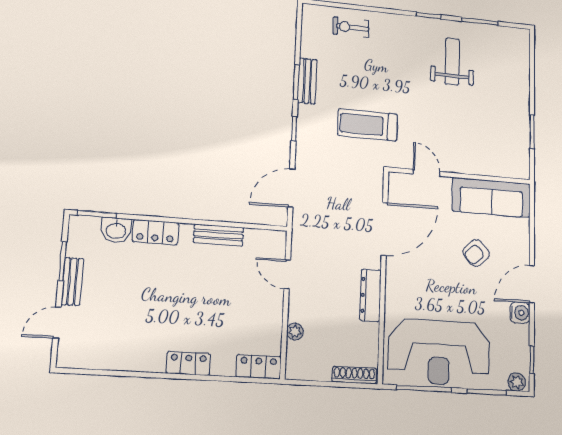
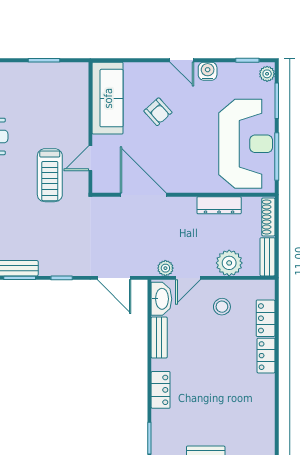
treadmill: (368, 125) -> (50, 175), moved
washbasin: (116, 230) -> (161, 299), moved, width x1.38
plant: (300, 249) -> (165, 268), added
door: (532, 284) -> (182, 60), width x0.73
dresser: (371, 295) -> (219, 205), moved
stool: (251, 313) -> (222, 307), added
plant: (295, 332) -> (229, 263), width x1.88, depth x1.88
locker: (259, 367) -> (266, 318), moved
bench: (308, 372) -> (267, 257), added

